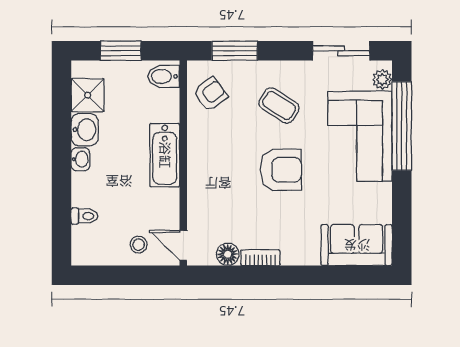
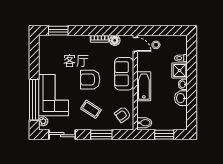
window: (235, 51) -> (101, 135), moved
shower: (88, 95) -> (180, 70), moved
sofa: (357, 245) -> (124, 74), moved, turned 90
window: (350, 275) -> (58, 31), added

